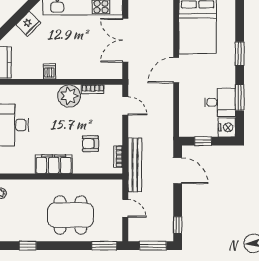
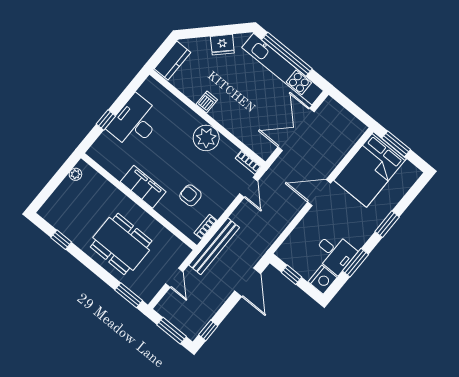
bookcase: (93, 89) -> (248, 162), moved

